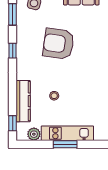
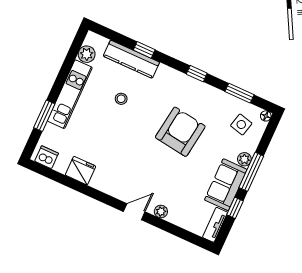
window: (13, 123) -> (144, 50), moved
window: (65, 144) -> (44, 116), moved

